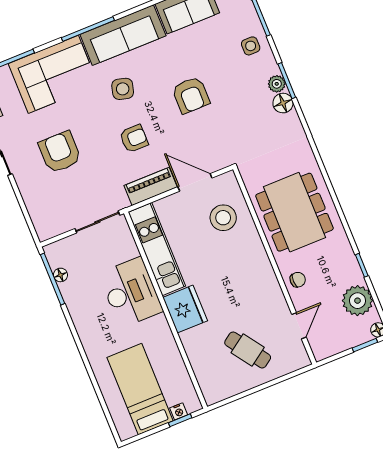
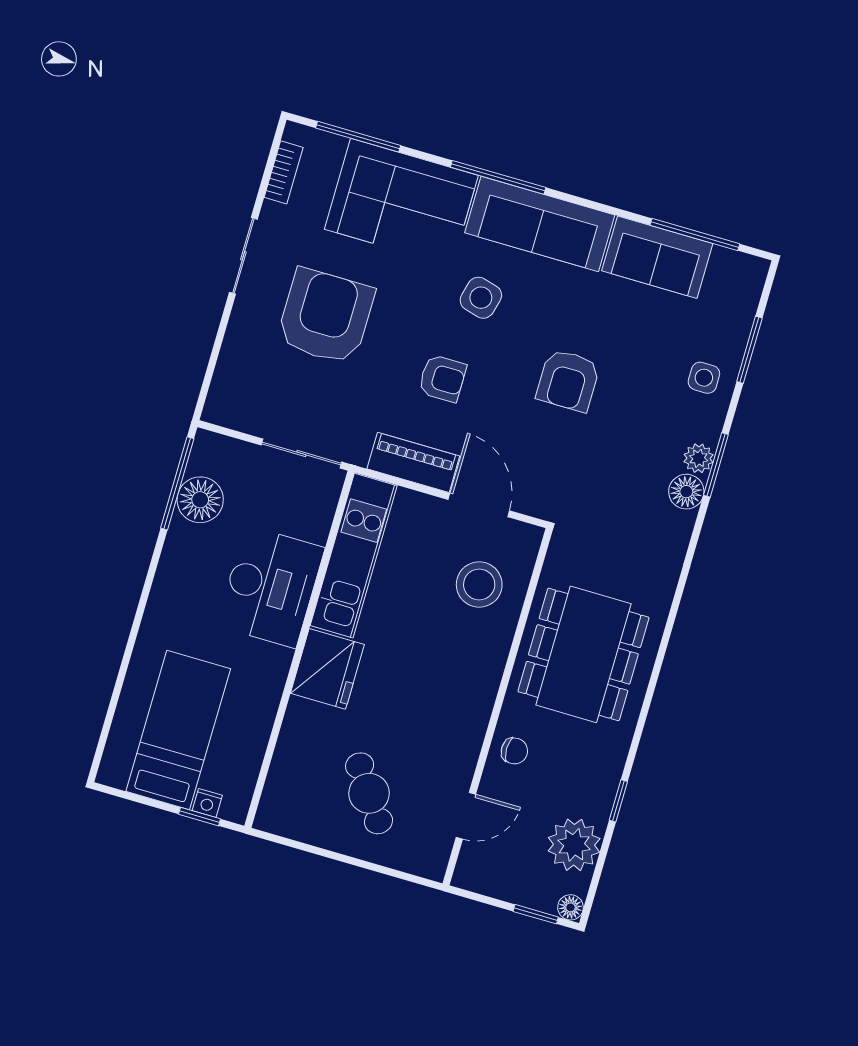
armchair: (60, 152) -> (326, 316), width x1.36, depth x1.36
floor lamp: (60, 275) -> (200, 500), width x1.89, depth x1.89

